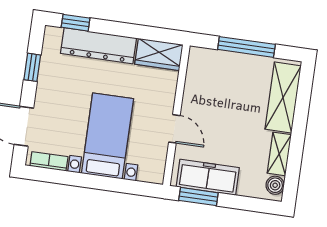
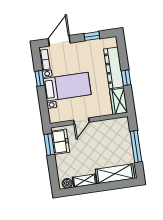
window: (76, 23) -> (126, 78), moved
freezer: (208, 177) -> (60, 142), width x0.71
window: (79, 180) -> (40, 78), added

